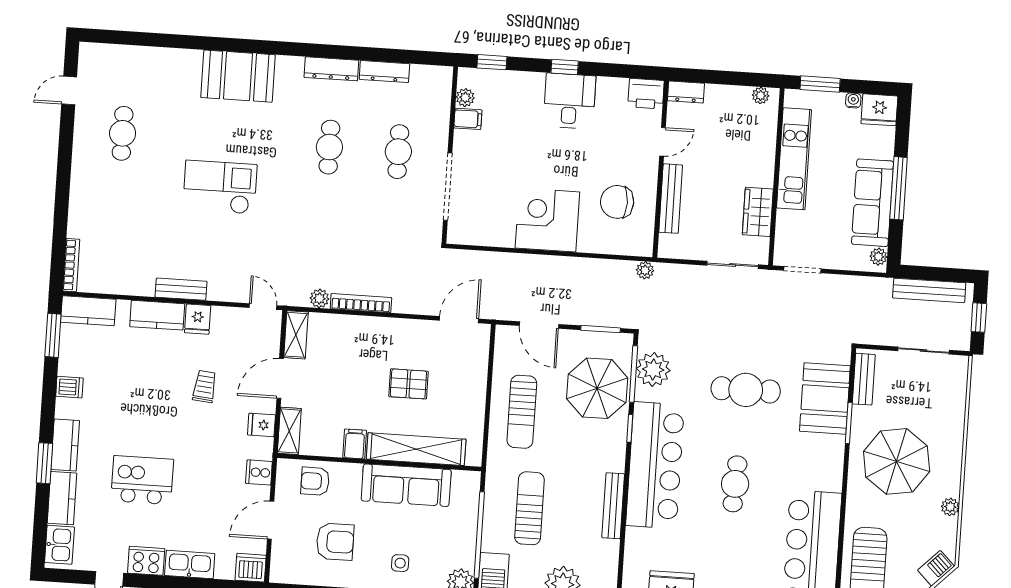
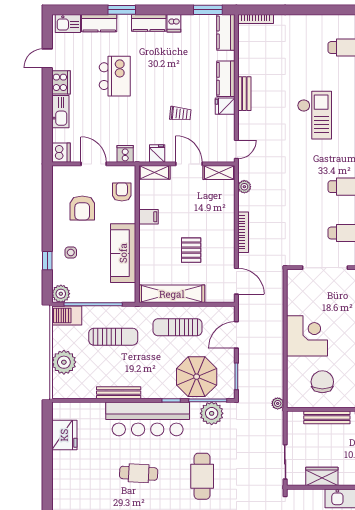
bookcase: (361, 303) -> (243, 232), moved
kitchen counter: (65, 445) -> (149, 23), moved
shelving: (416, 449) -> (172, 294), moved, turned 90

